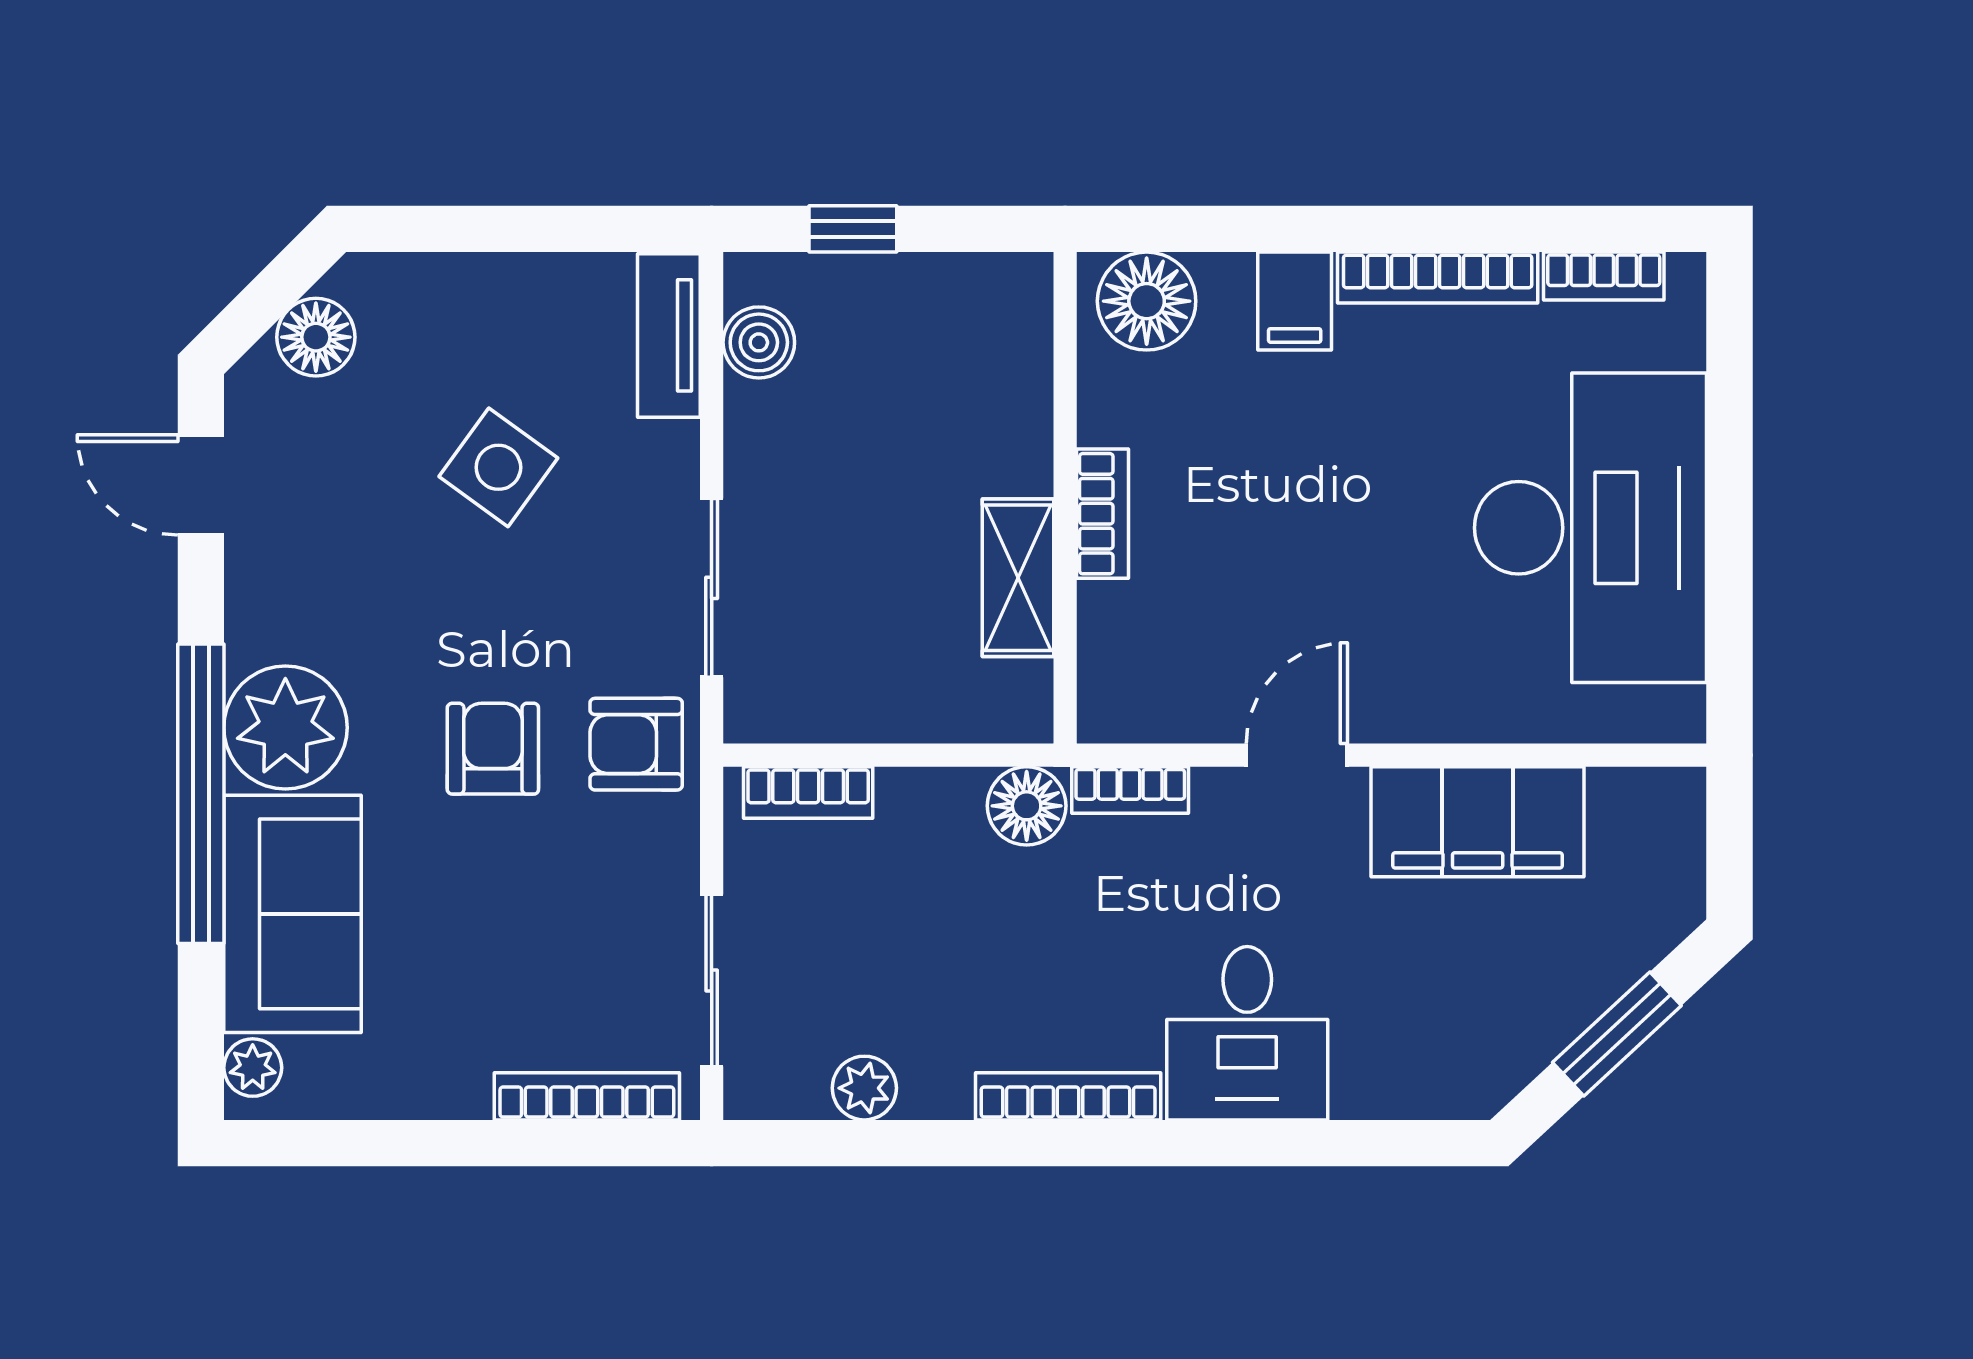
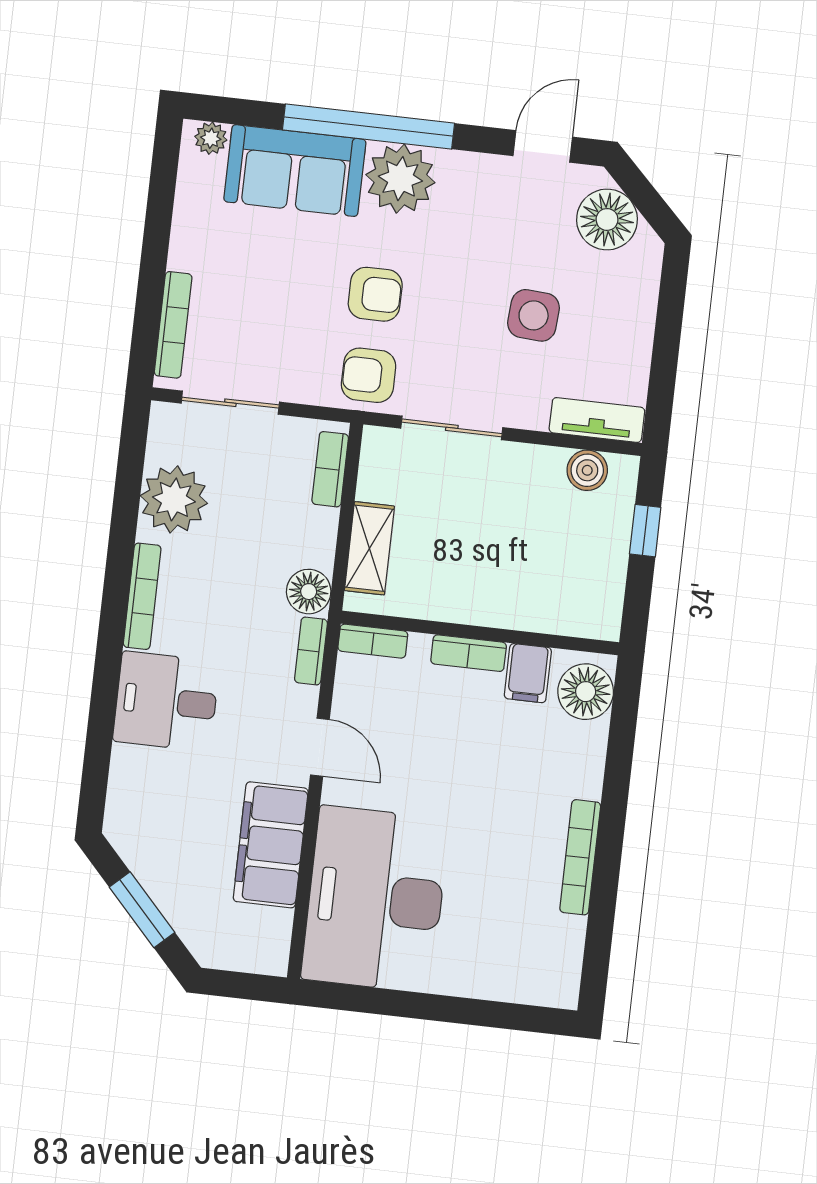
bookcase: (1604, 276) -> (373, 641), moved, turned -90
filing cabinet: (1295, 301) -> (528, 673), moved, turned -90
floor lamp: (316, 337) -> (607, 219), width x1.38, depth x1.38
side table: (498, 467) -> (534, 315), turned -32
desk: (1591, 528) -> (375, 899), moved, turned 90
shelving: (1018, 578) -> (369, 548), moved, turned 90
armchair: (636, 744) -> (369, 375), turned -90
plant: (864, 1088) -> (174, 499), width x1.88, depth x1.88

